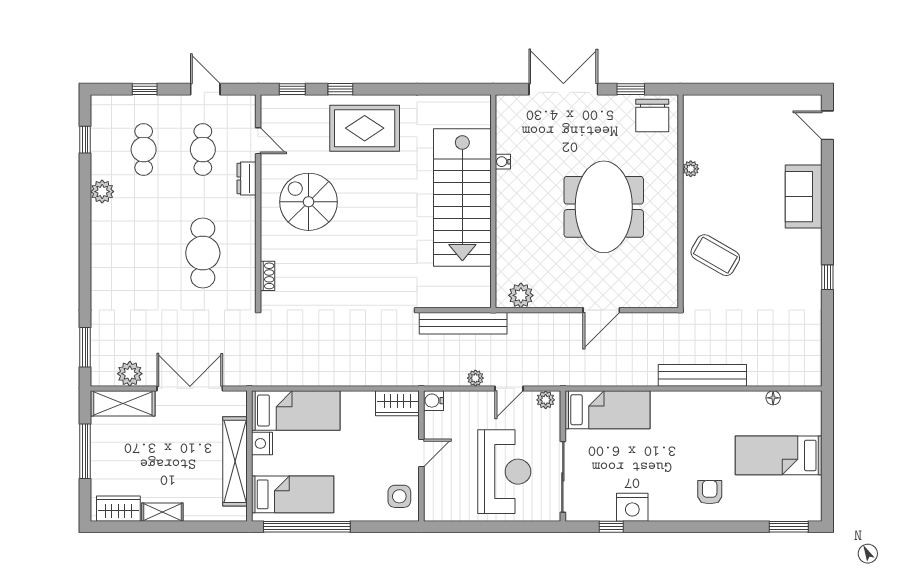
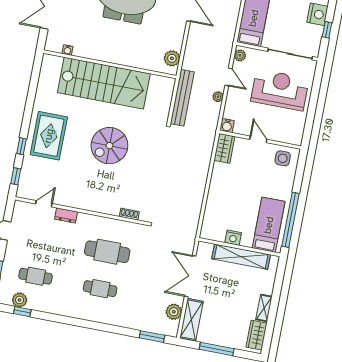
cafe table: (203, 150) -> (100, 289), moved
water cooler: (503, 162) -> (68, 50), moved
plant: (102, 192) -> (20, 300), moved
spiral stairs: (309, 202) -> (109, 146), moved
bed: (296, 411) -> (217, 213), removed

